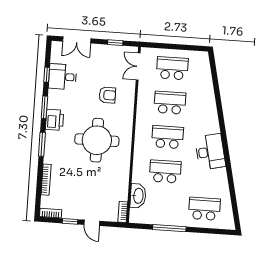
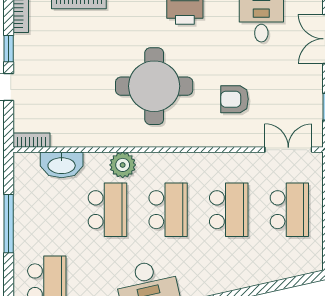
armchair: (107, 95) -> (235, 99), turned 90
plant: (140, 161) -> (123, 165), added

